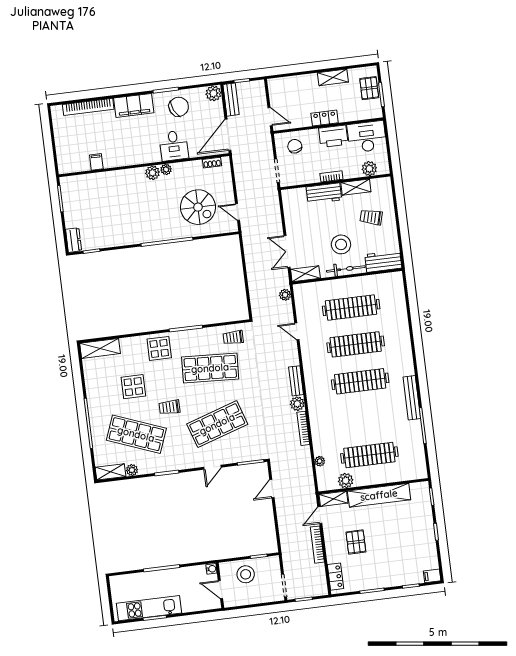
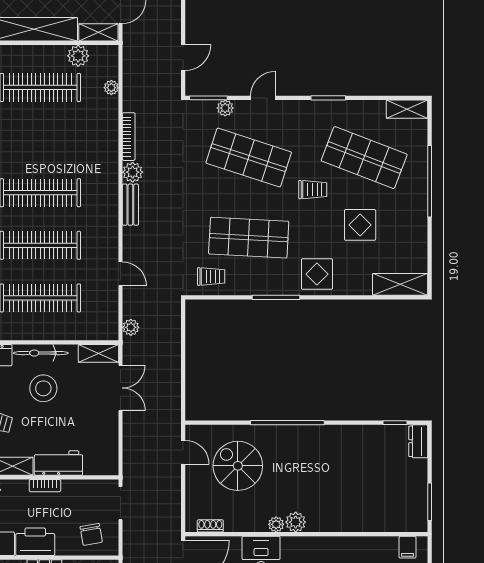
filing cabinet: (96, 162) -> (407, 547), moved
shop shelf: (217, 424) -> (249, 158), turned 36
plant: (132, 470) -> (225, 108), moved

